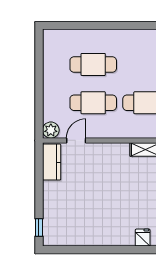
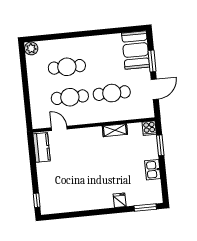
plant: (51, 130) -> (31, 48), moved
door: (76, 140) -> (59, 128), hinge flipped

